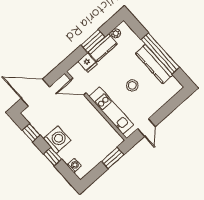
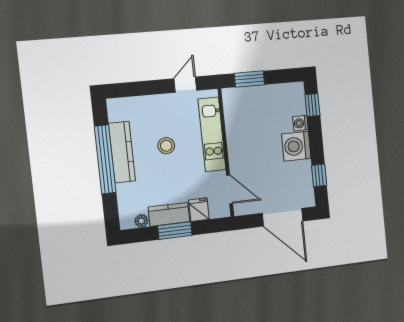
window: (53, 157) -> (312, 105), moved
washing machine: (74, 166) -> (300, 123), moved

